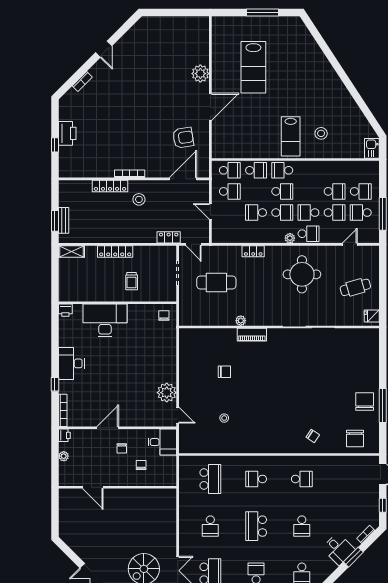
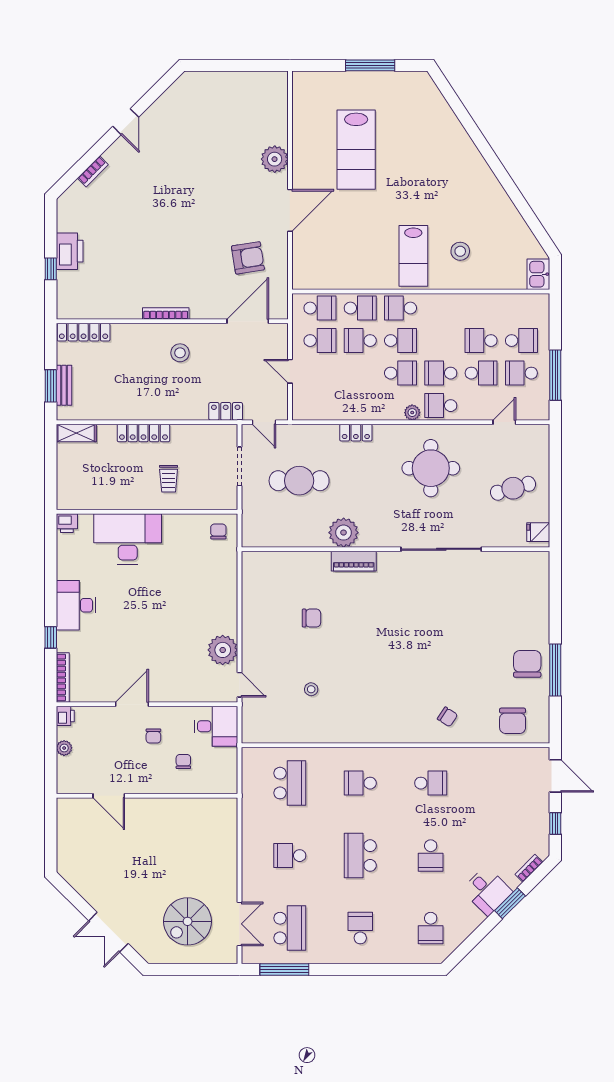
locker: (110, 186) -> (84, 332), moved
school desk: (335, 191) -> (481, 341), turned 180
school desk: (256, 213) -> (360, 341), moved
school desk: (308, 234) -> (441, 406), turned 180
plant: (241, 321) -> (344, 533), width x1.88, depth x1.88
school desk: (210, 526) -> (290, 856), turned 90

